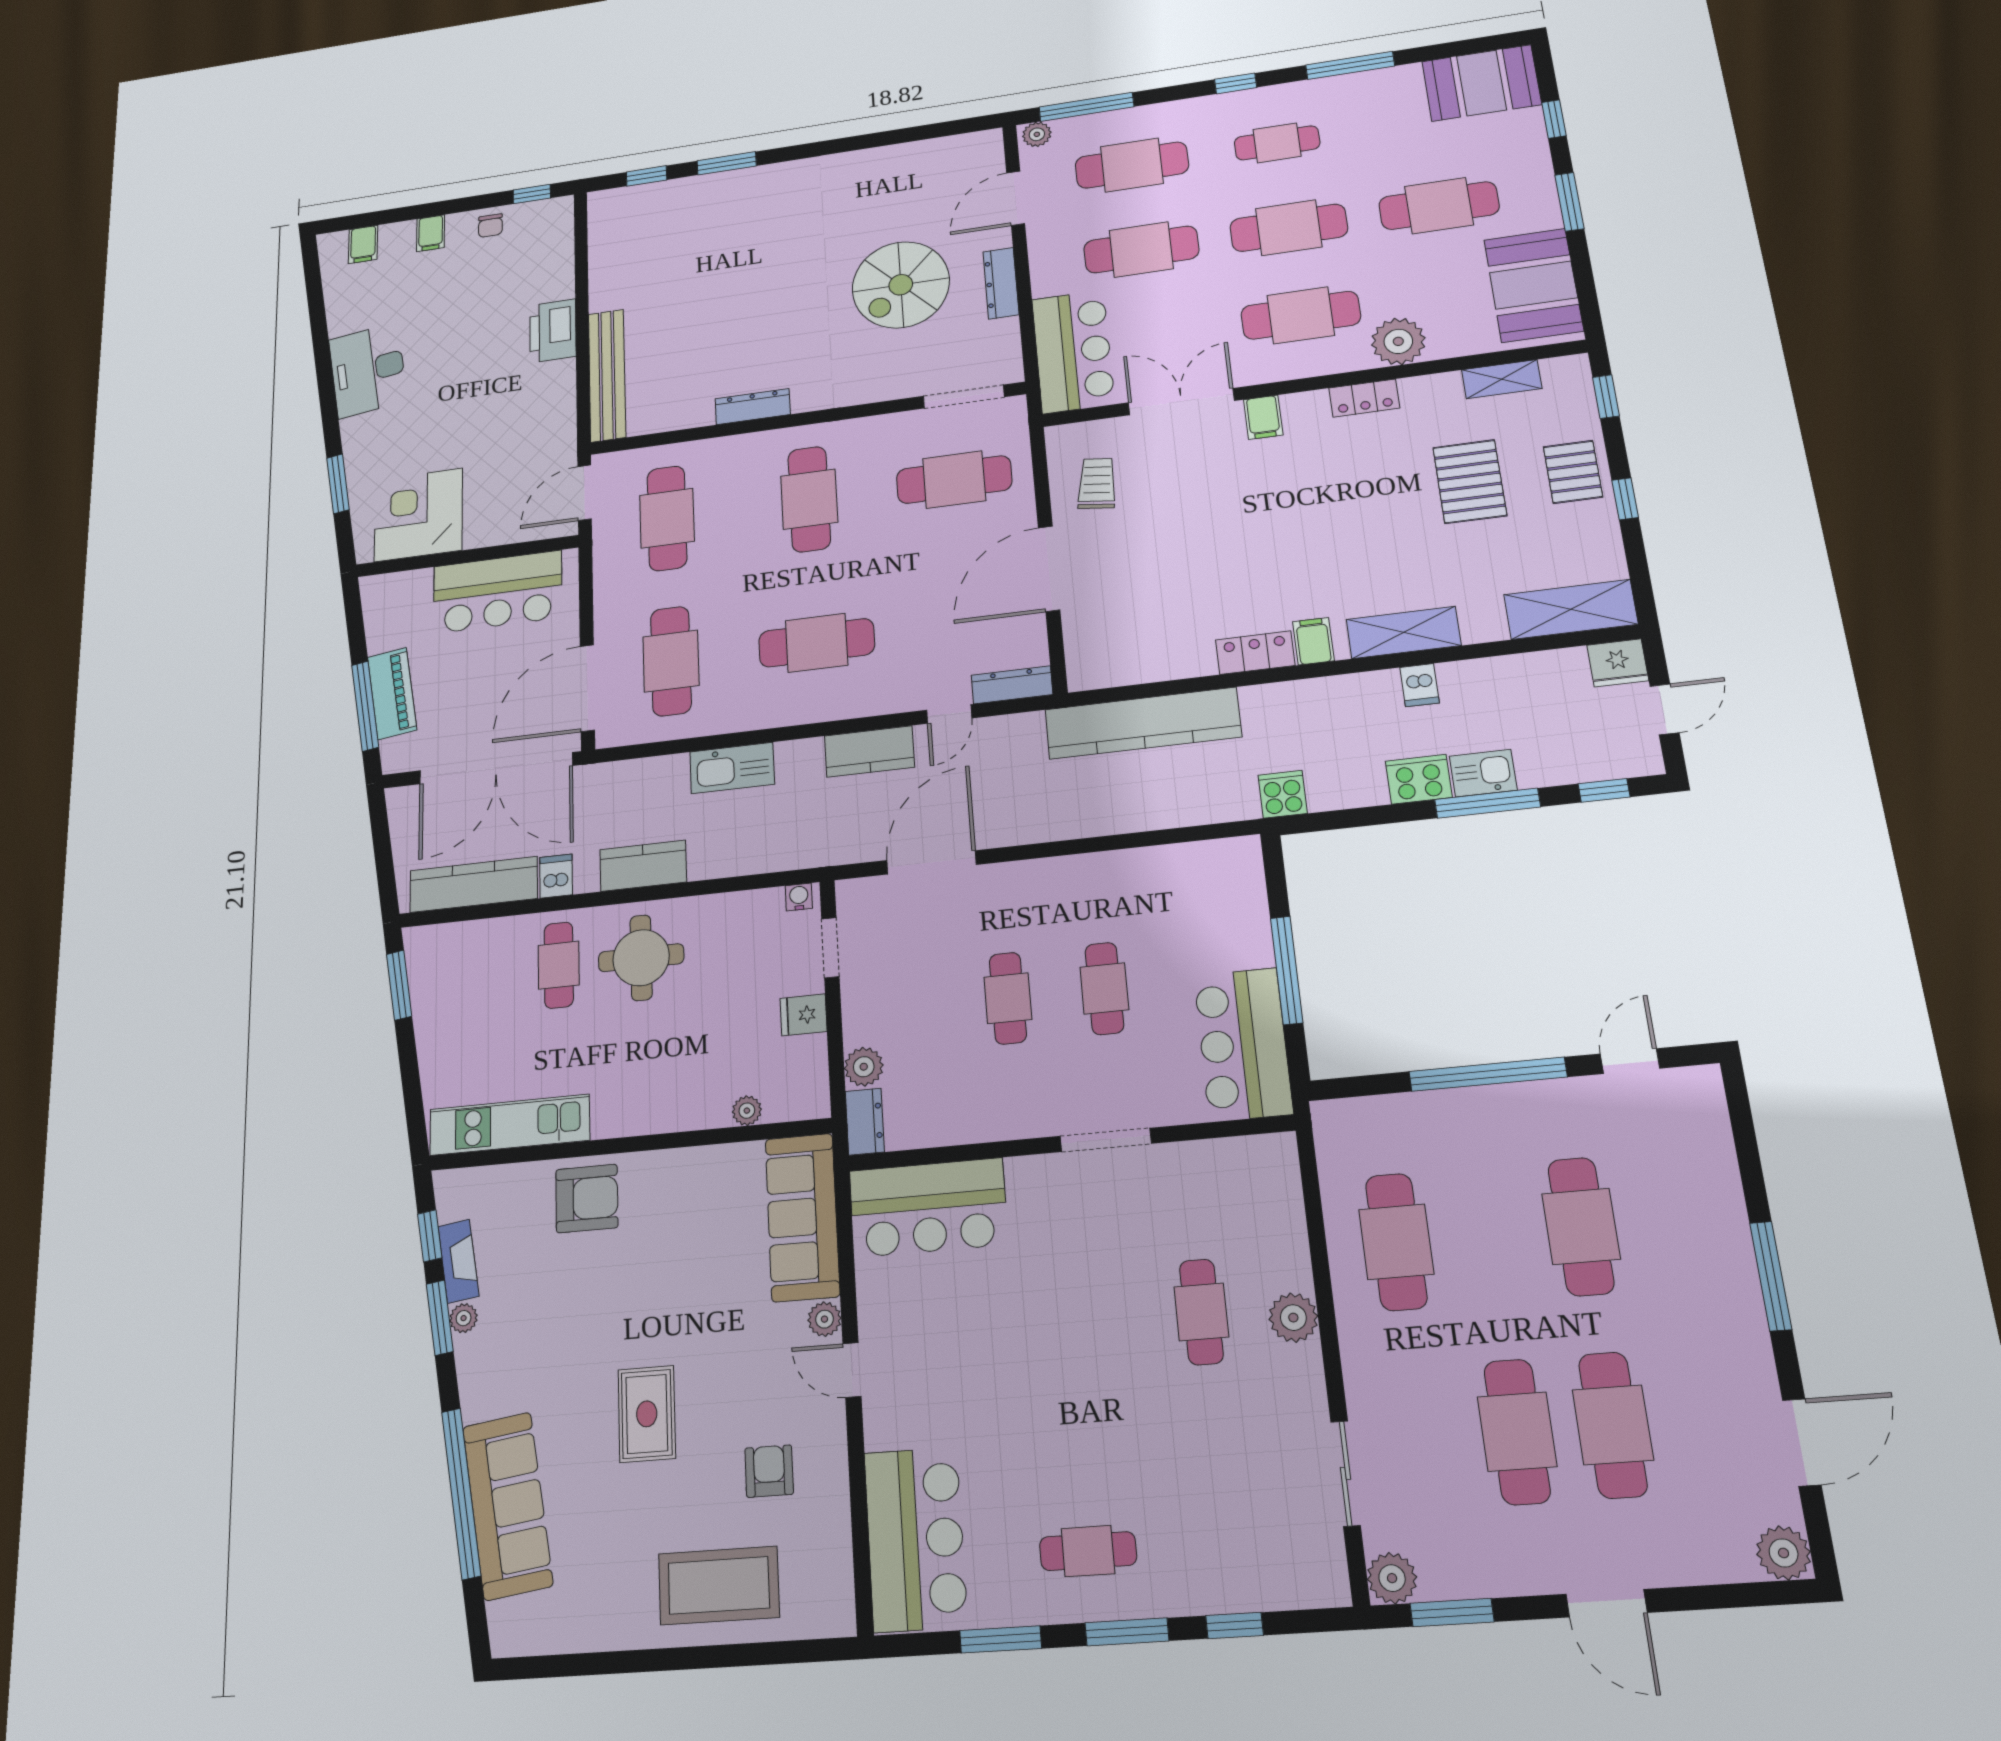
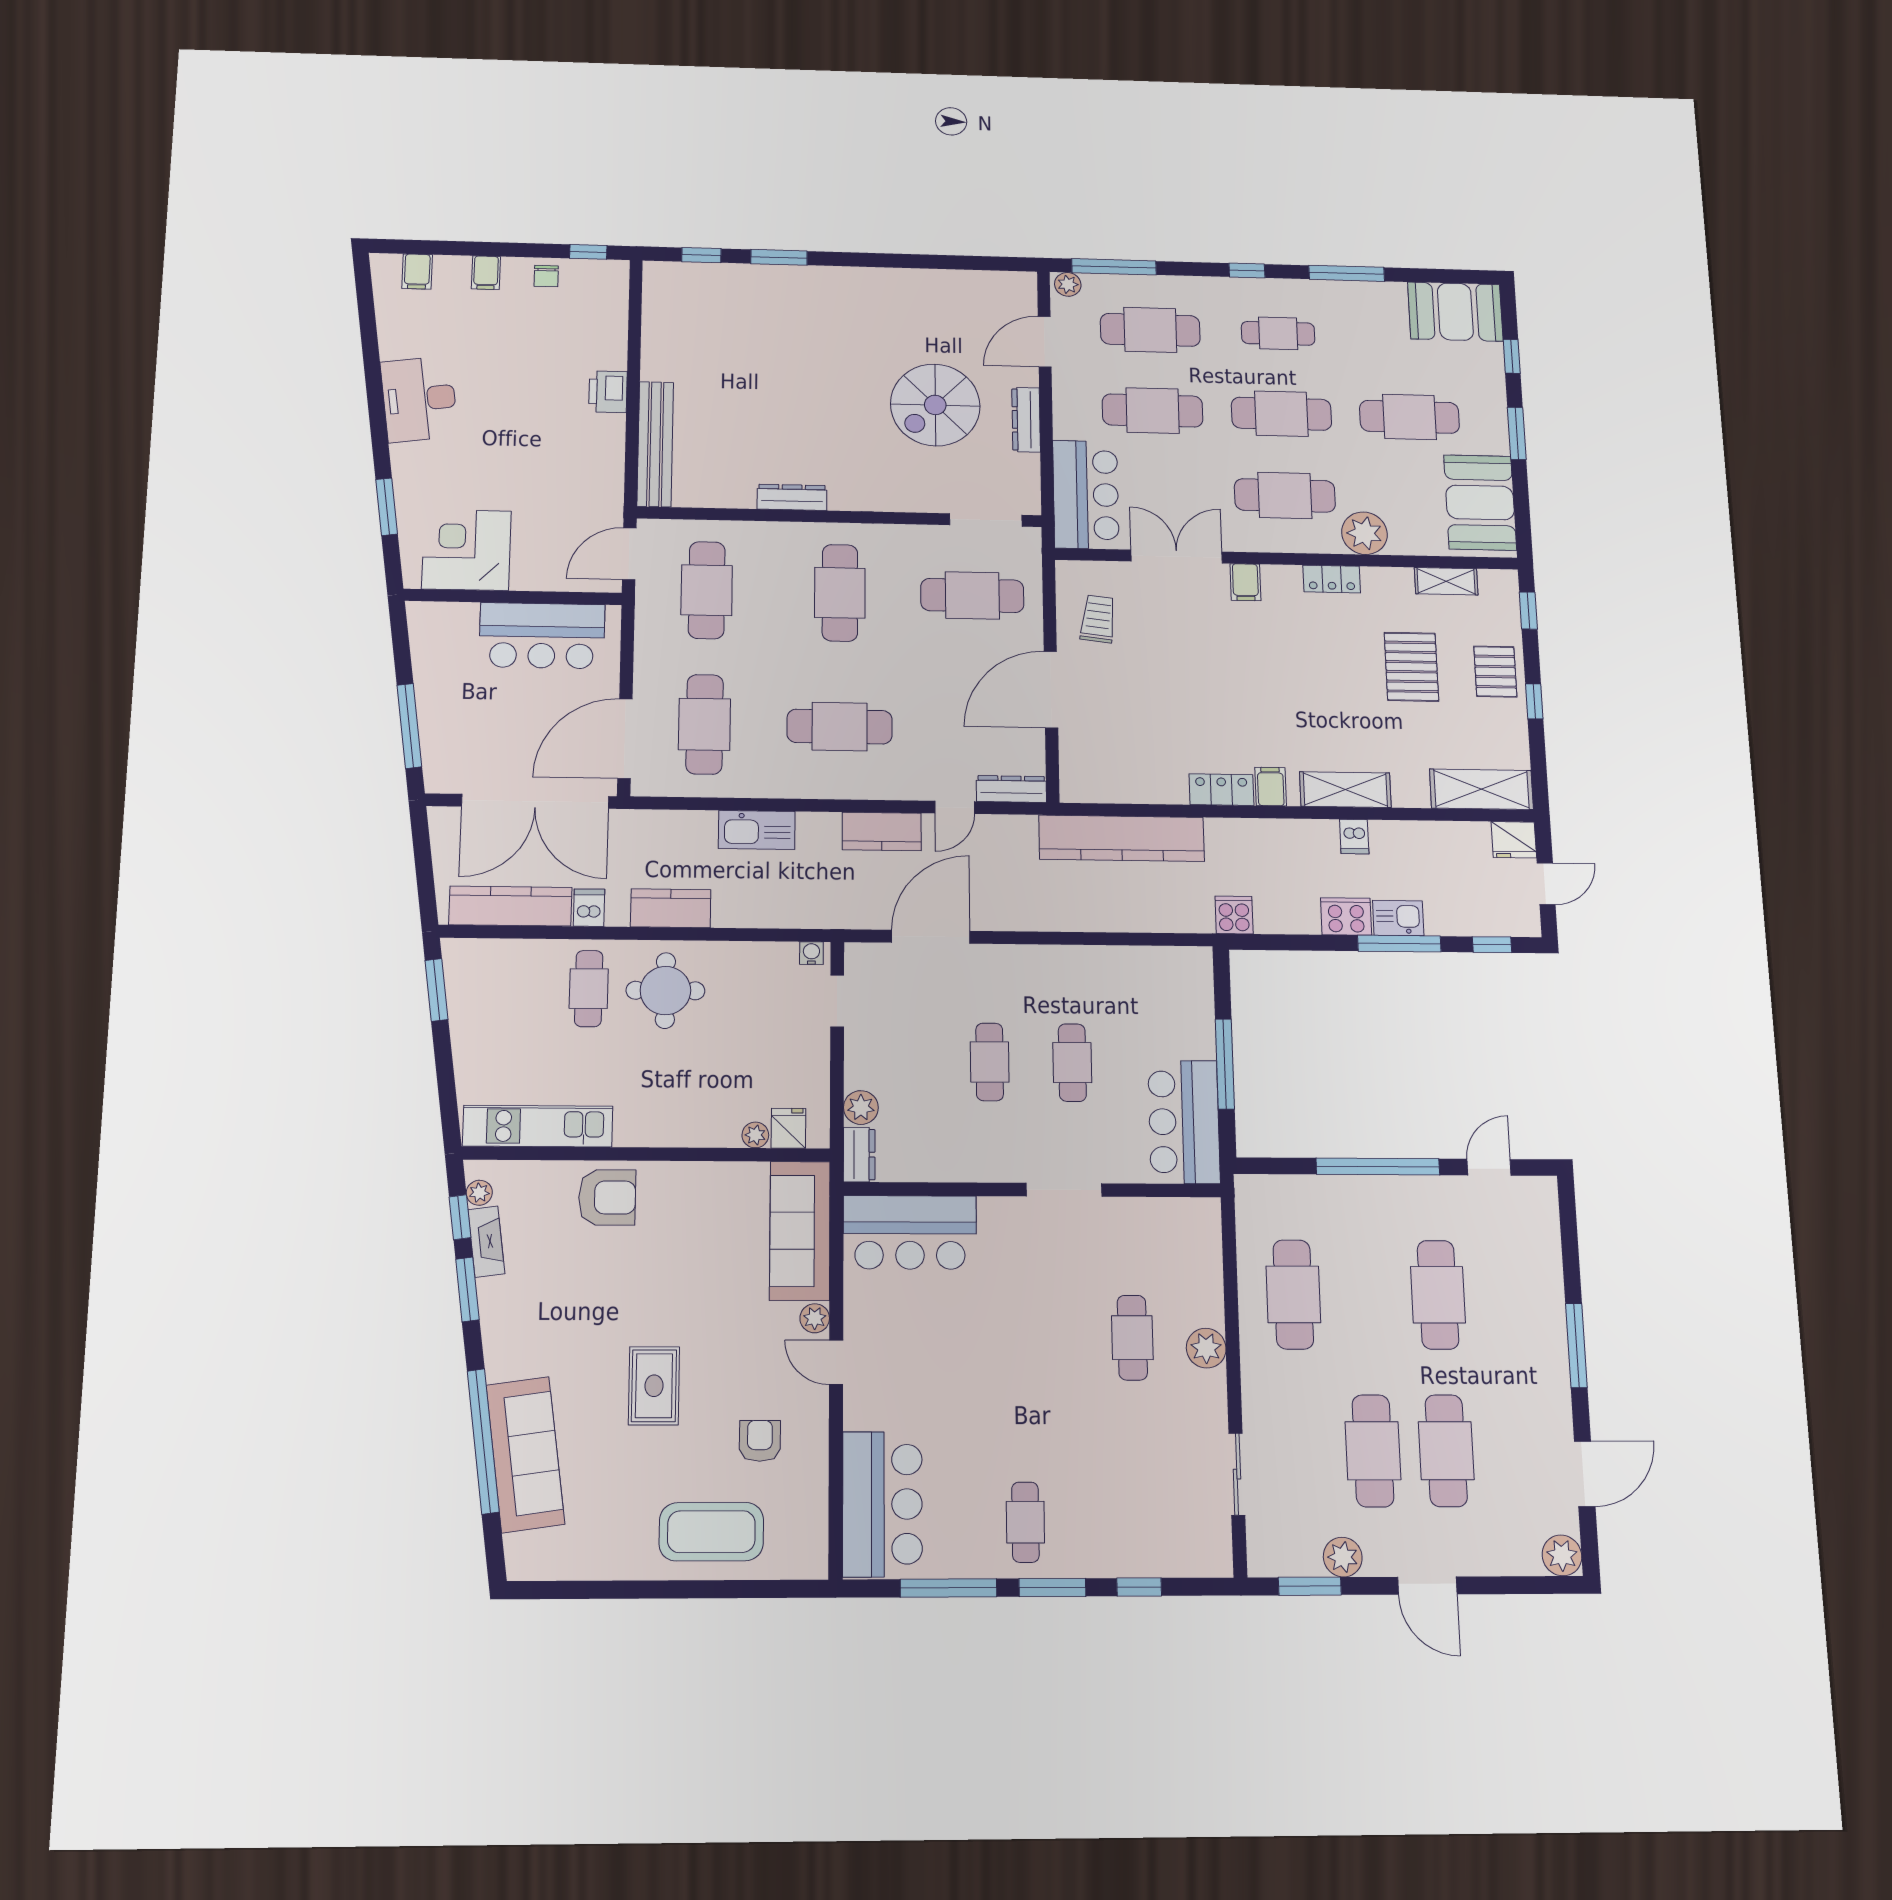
printer: (553, 331) -> (608, 392), width x0.73, depth x0.84
piano: (392, 694) -> (436, 718), removed
fridge: (803, 1015) -> (788, 1128), moved, turned 90
plant: (464, 1318) -> (479, 1193), moved
cafe table: (1088, 1551) -> (1025, 1522), turned 90
plant: (1392, 1578) -> (1343, 1557), moved
window: (1001, 1639) -> (949, 1588), width x1.44

